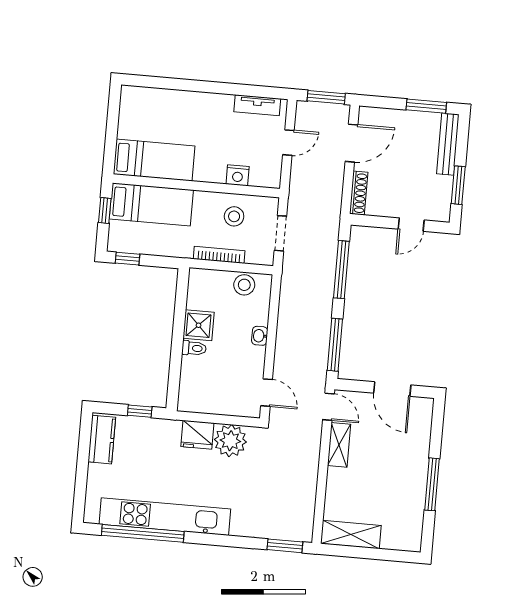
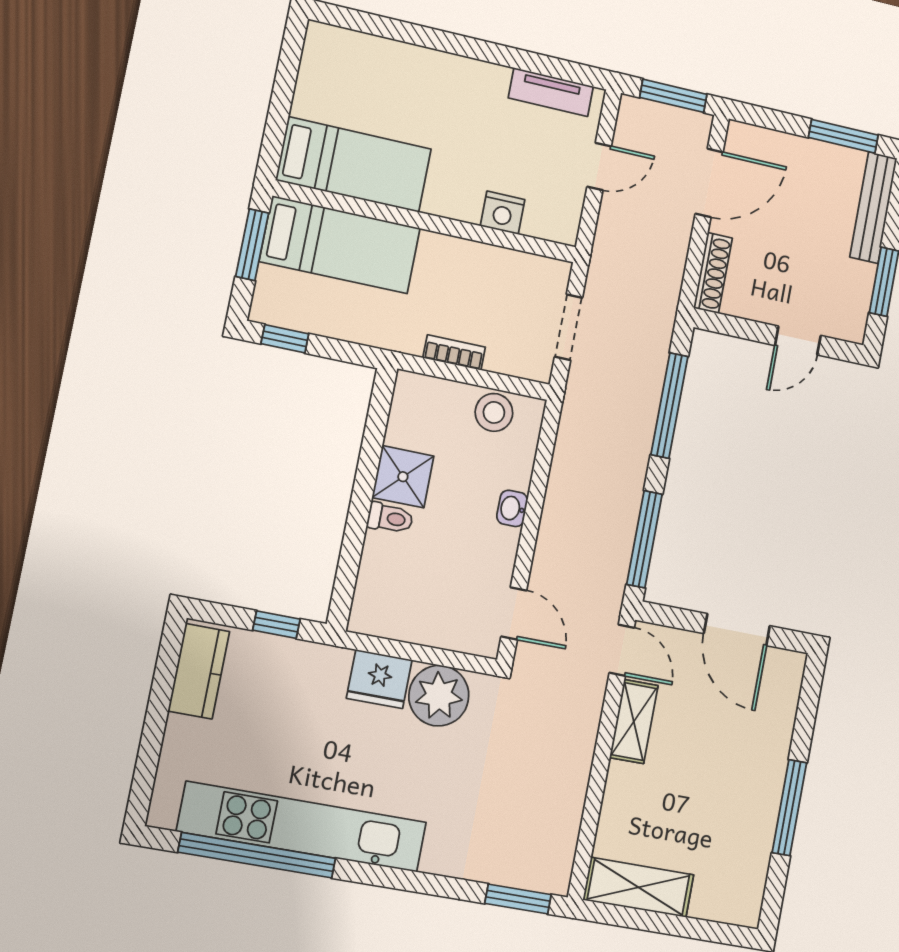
window: (105, 211) -> (252, 245), width x1.50
stool: (234, 216) -> (489, 286), removed
bookcase: (219, 255) -> (454, 353), width x0.64

